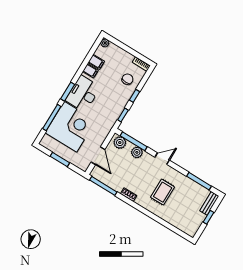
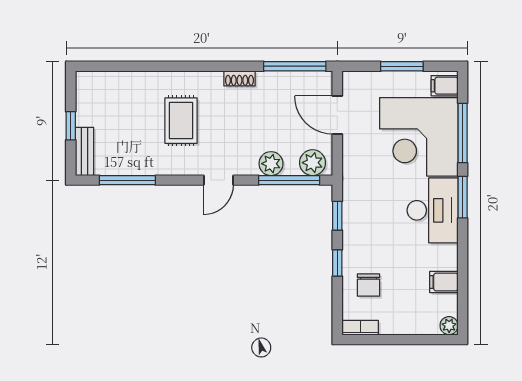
filing cabinet: (90, 71) -> (445, 86), moved

